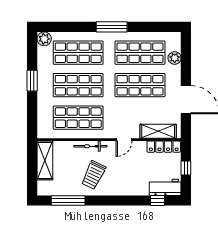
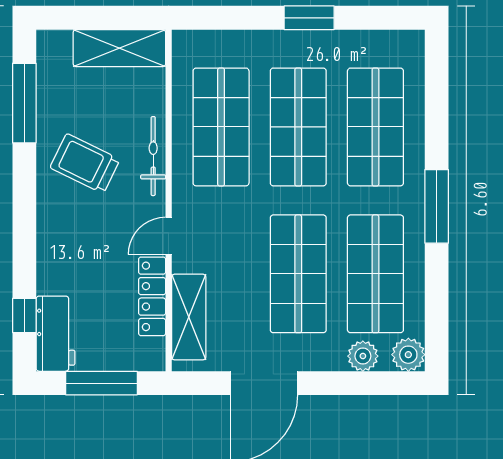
plant: (44, 39) -> (408, 355), moved
door: (124, 140) -> (169, 236), hinge flipped
locker: (164, 147) -> (152, 296), moved
window: (186, 168) -> (101, 383), width x2.17

